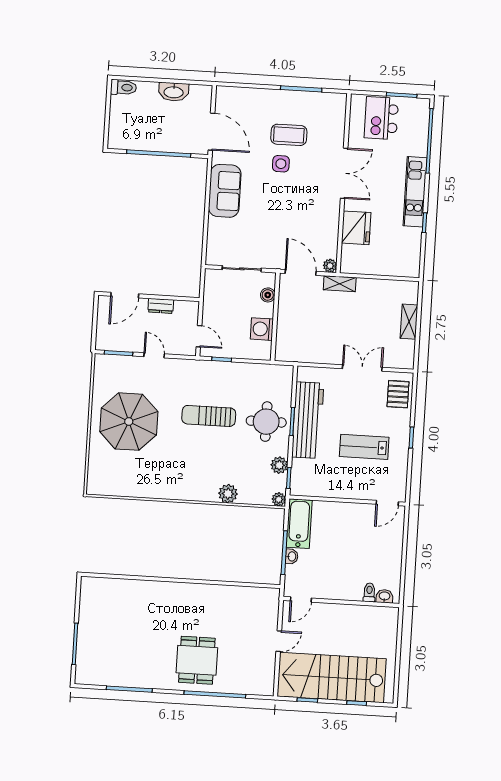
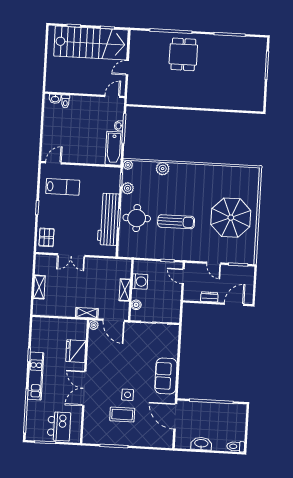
shelving: (284, 317) -> (125, 290), added
lab bench: (364, 447) -> (63, 187), moved

